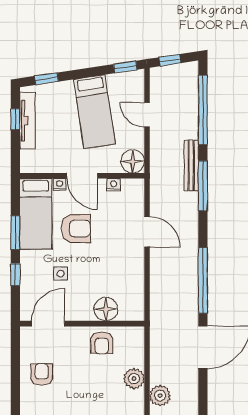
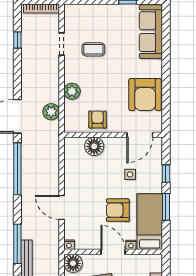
nightstand: (114, 185) -> (69, 245), moved
armchair: (42, 374) -> (145, 95), width x1.88, depth x1.88
plant: (160, 396) -> (51, 112), moved

